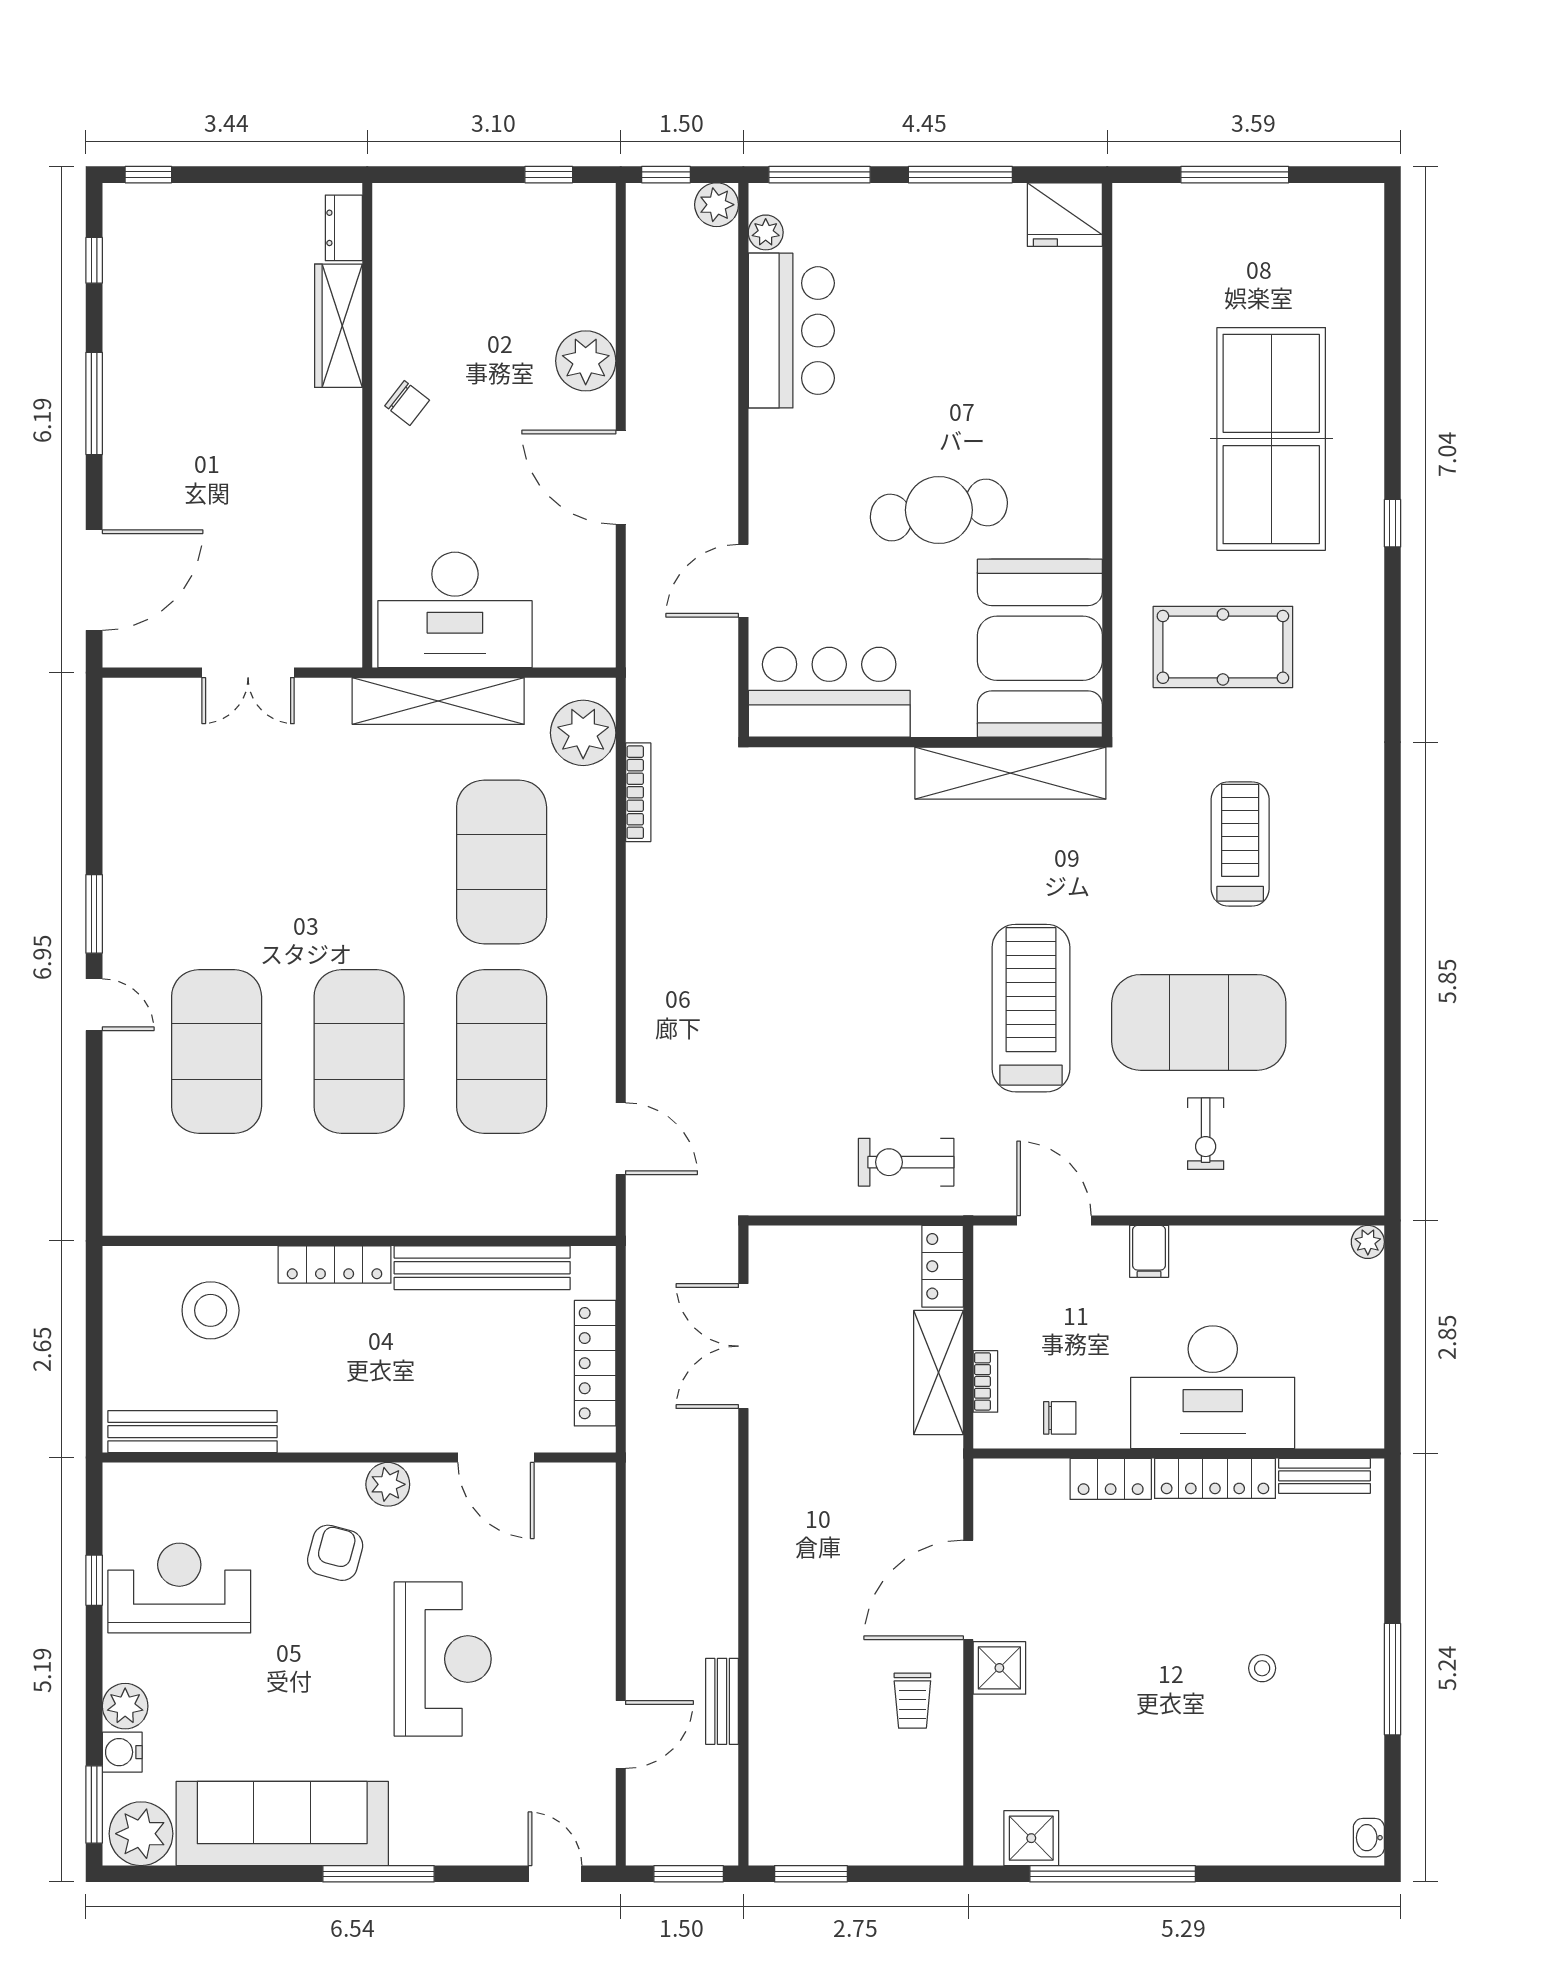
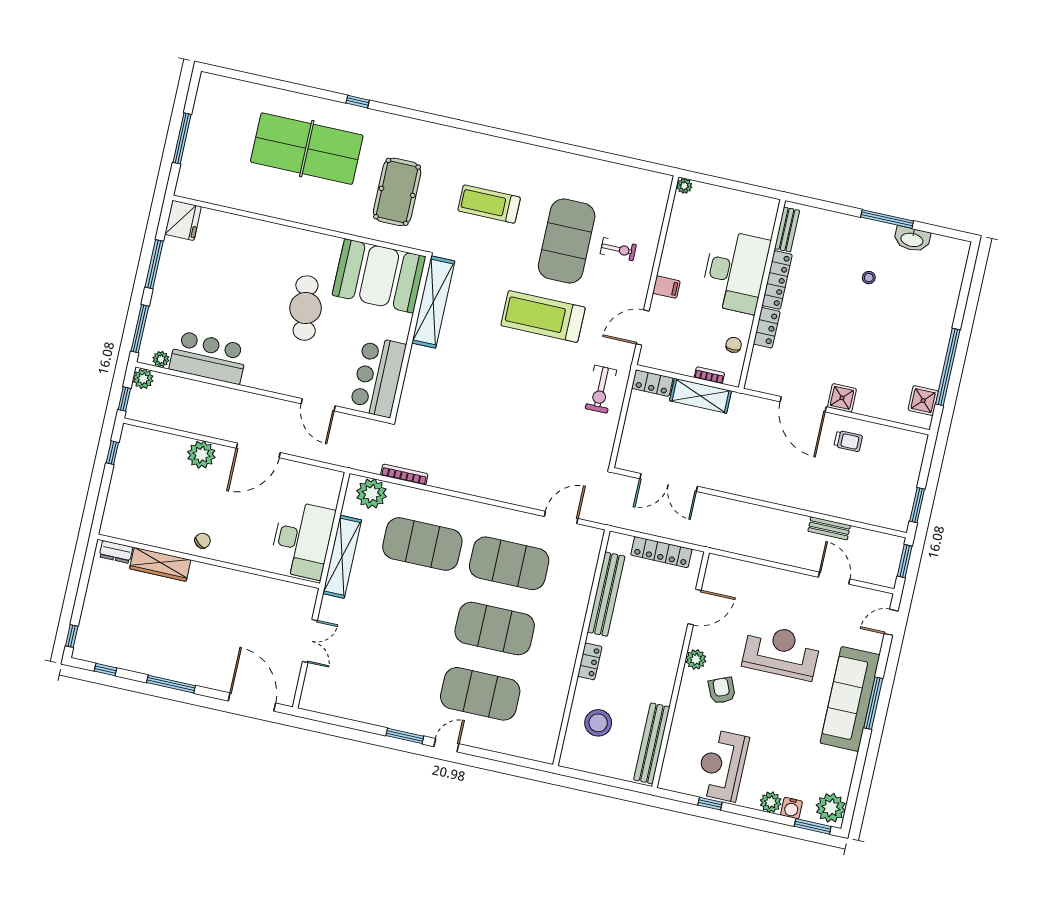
locker: (335, 1264) -> (590, 661), width x0.66
armchair: (335, 1553) -> (722, 690), turned 52
sofa: (282, 1823) -> (850, 699), moved
washbasin: (1369, 1838) -> (912, 239), moved, width x1.91, depth x1.45

